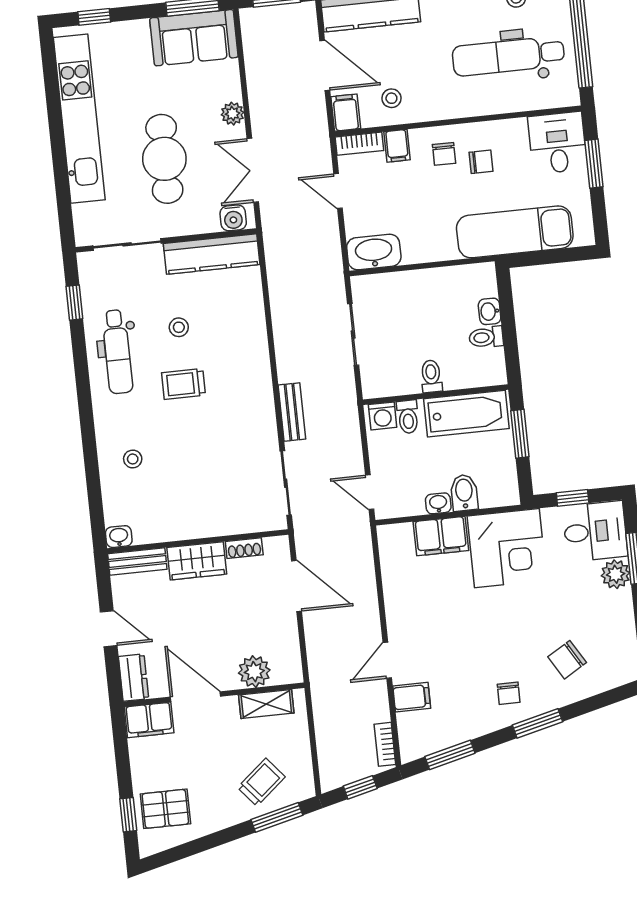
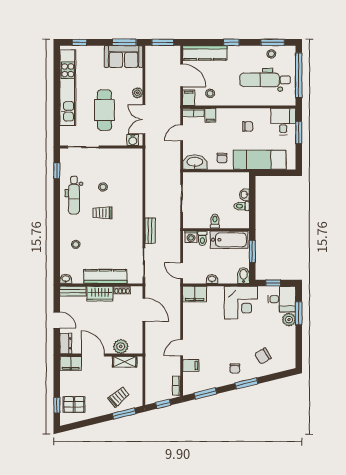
chair: (444, 154) -> (222, 158), moved
door: (338, 191) -> (182, 133), hinge flipped
kitchen counter: (212, 254) -> (105, 276), moved, turned 180
bidet: (464, 493) -> (244, 275), moved
filing cabinet: (441, 536) -> (195, 294), moved

